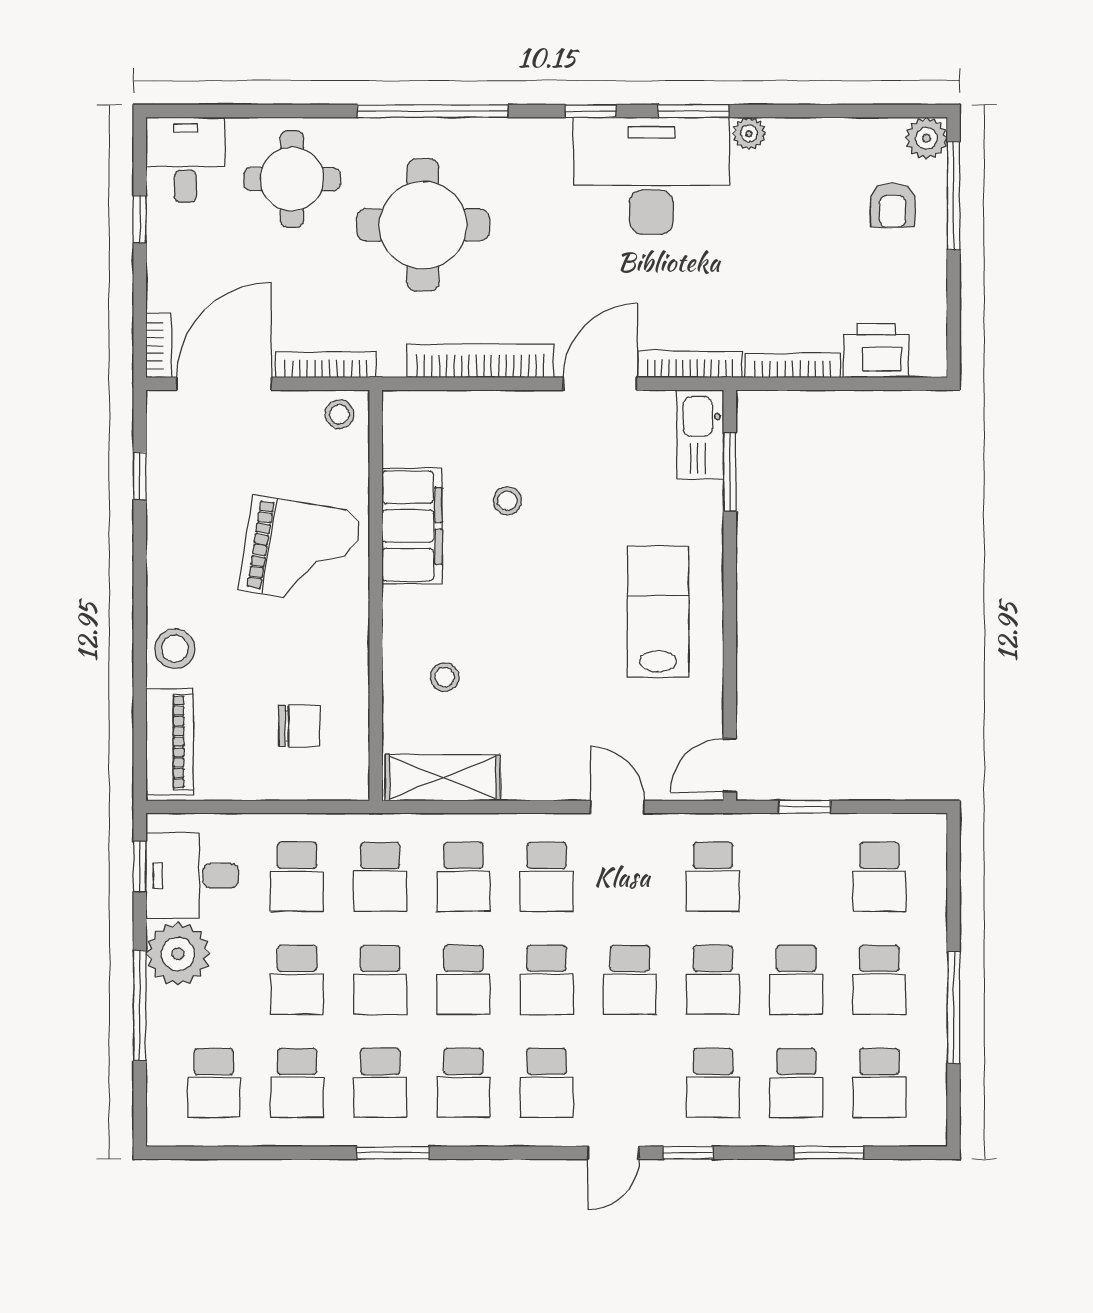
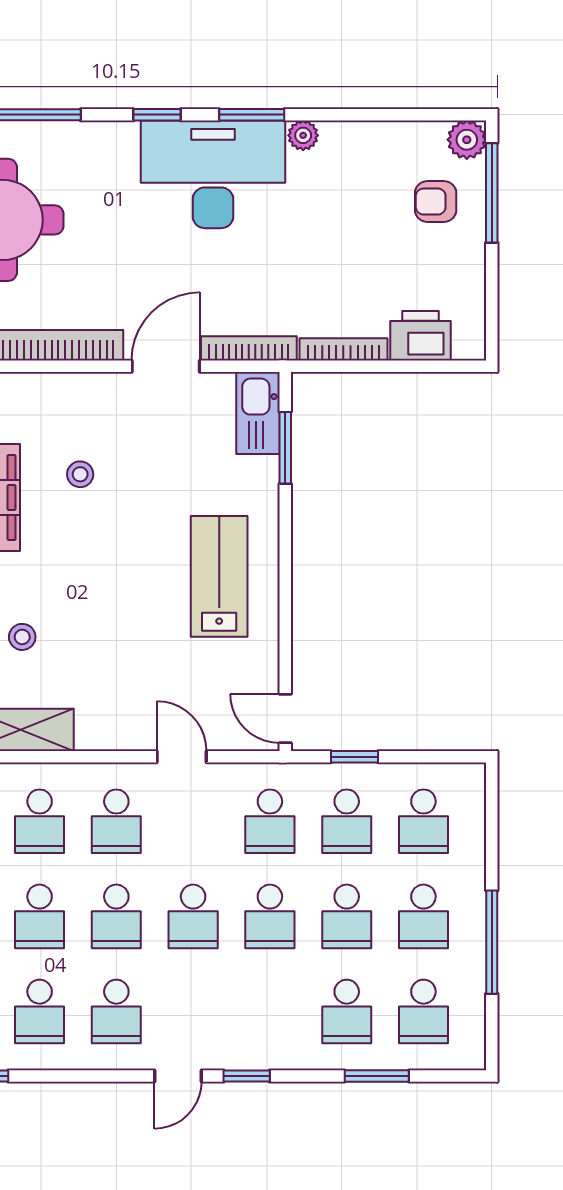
armchair: (893, 205) -> (436, 202), turned 90
door: (730, 765) -> (285, 718), hinge flipped
school desk: (713, 1083) -> (347, 821), moved

